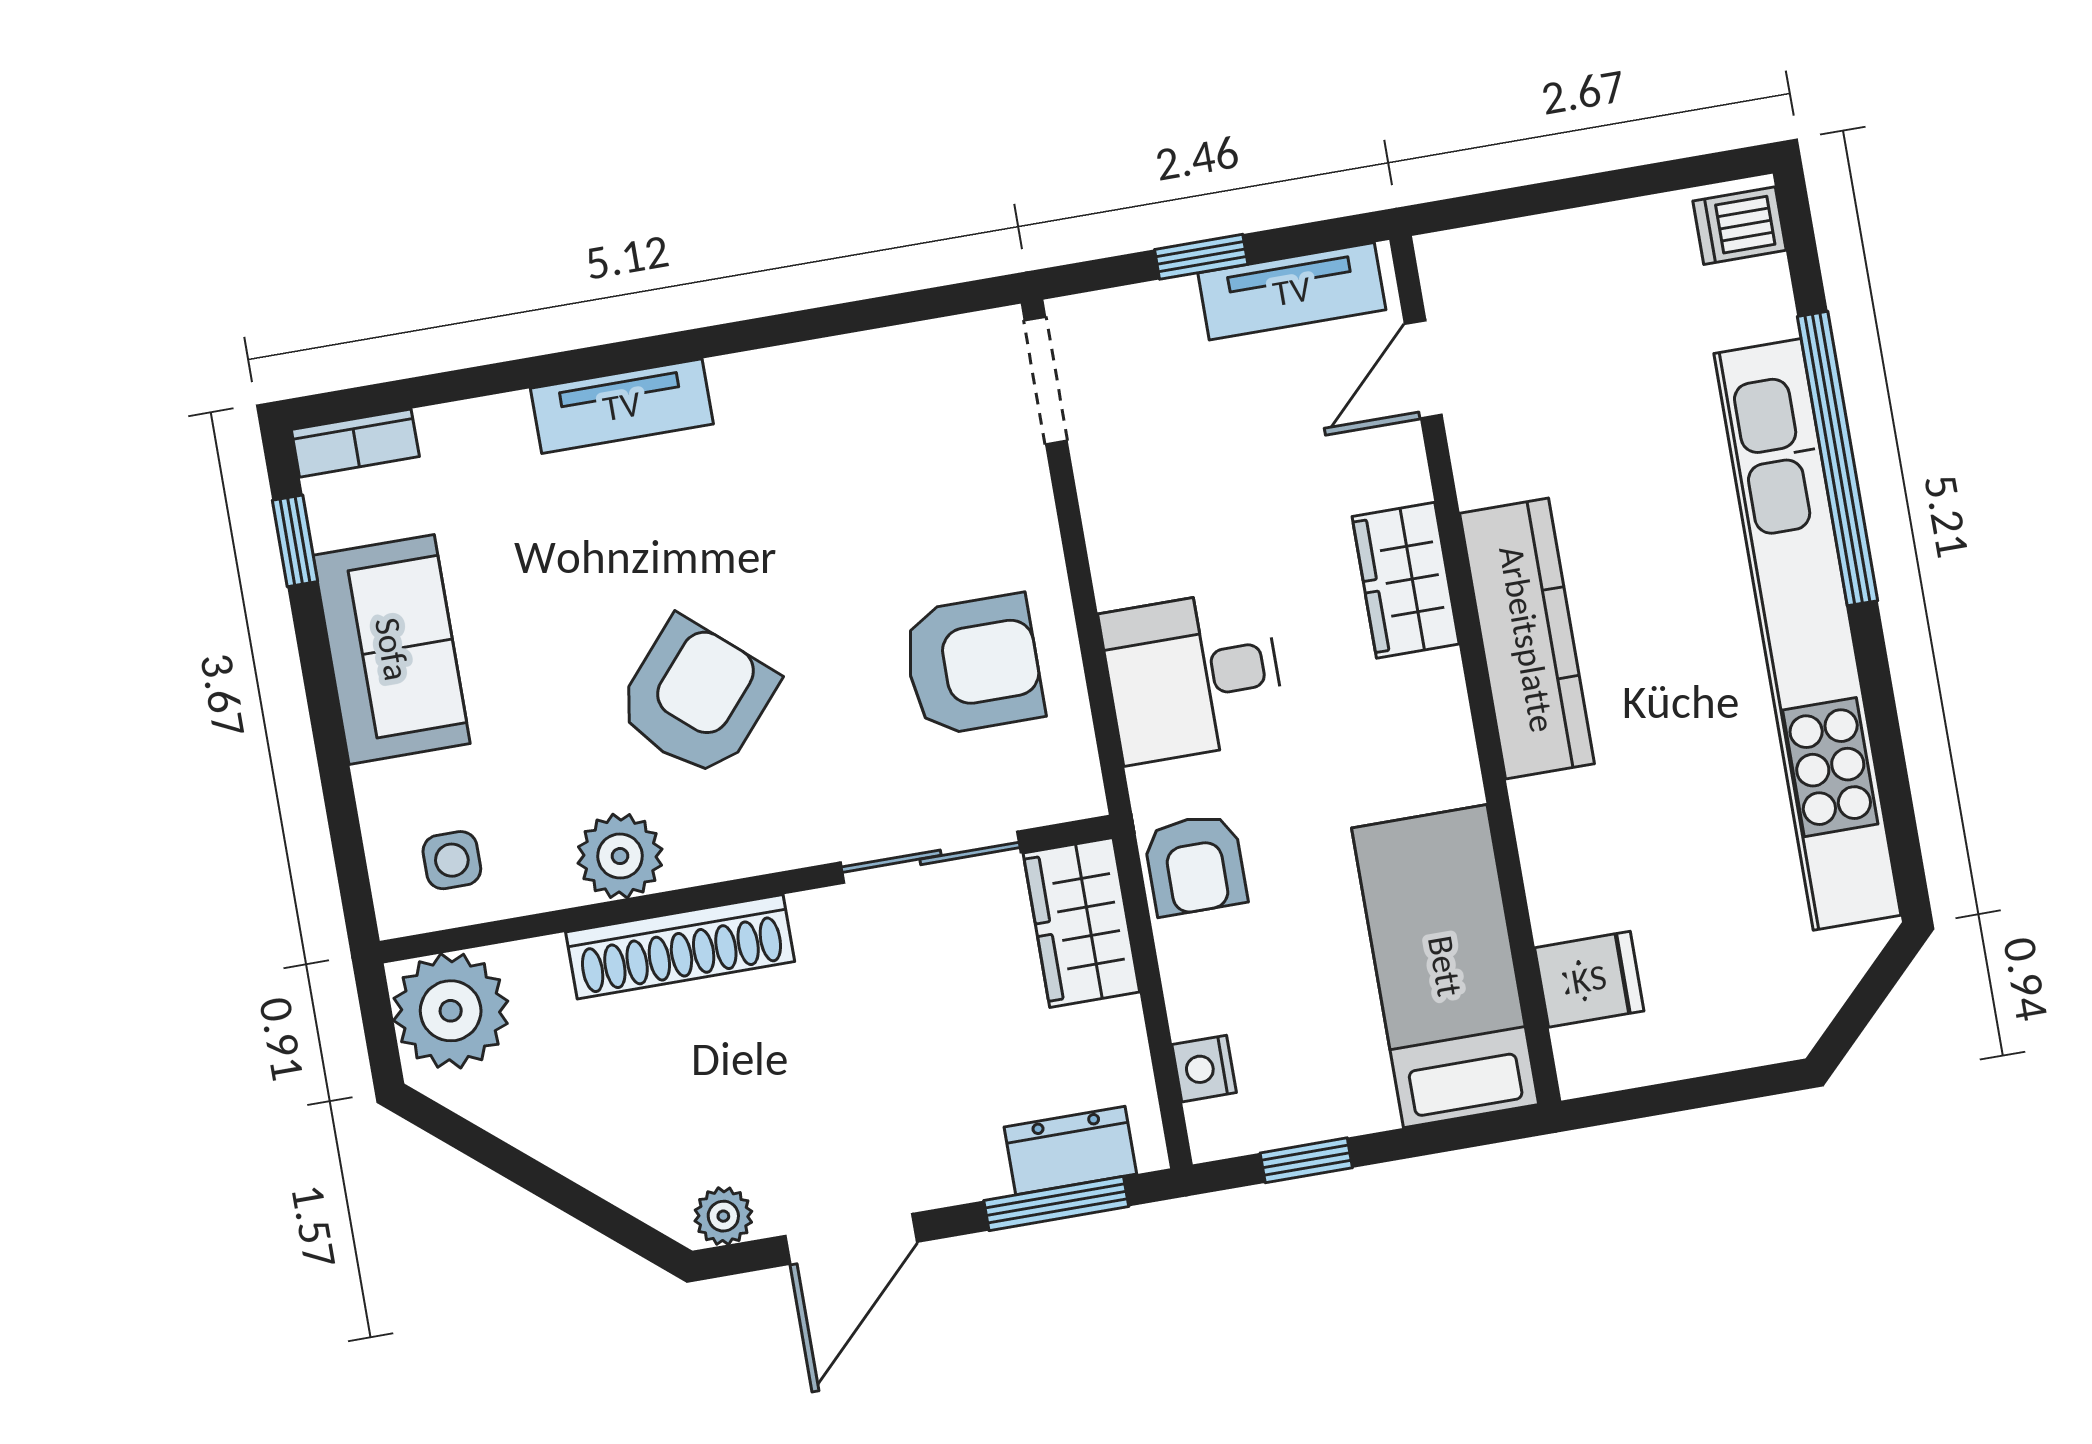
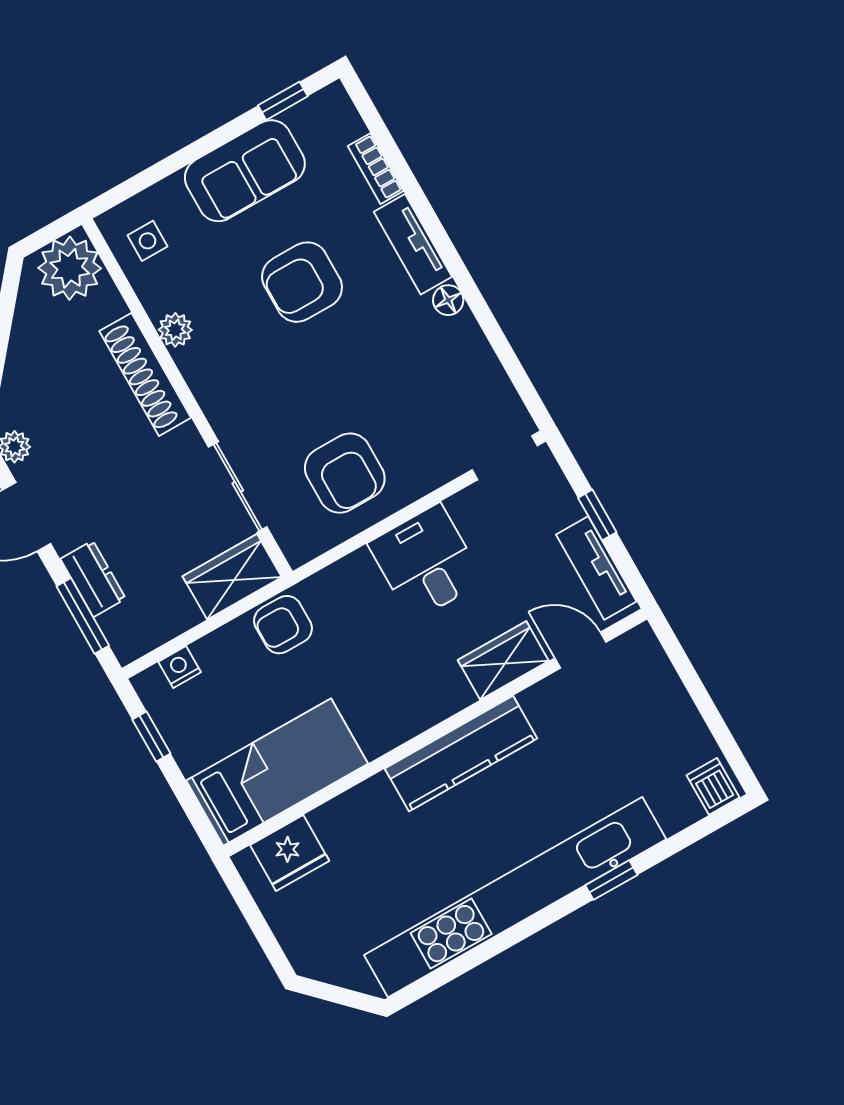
floor lamp: (740, 380) -> (448, 300), added
bookcase: (355, 443) -> (376, 169), moved
window: (1837, 459) -> (611, 880), width x0.32
wardrobe: (1406, 580) -> (503, 660), moved
desk: (1193, 676) -> (426, 562), moved
armchair: (696, 698) -> (302, 282), moved, turned 139
plant: (620, 856) -> (175, 330), width x0.73, depth x0.73
fridge: (1589, 979) -> (290, 853), width x1.38
dresser: (1070, 1151) -> (93, 579), moved

